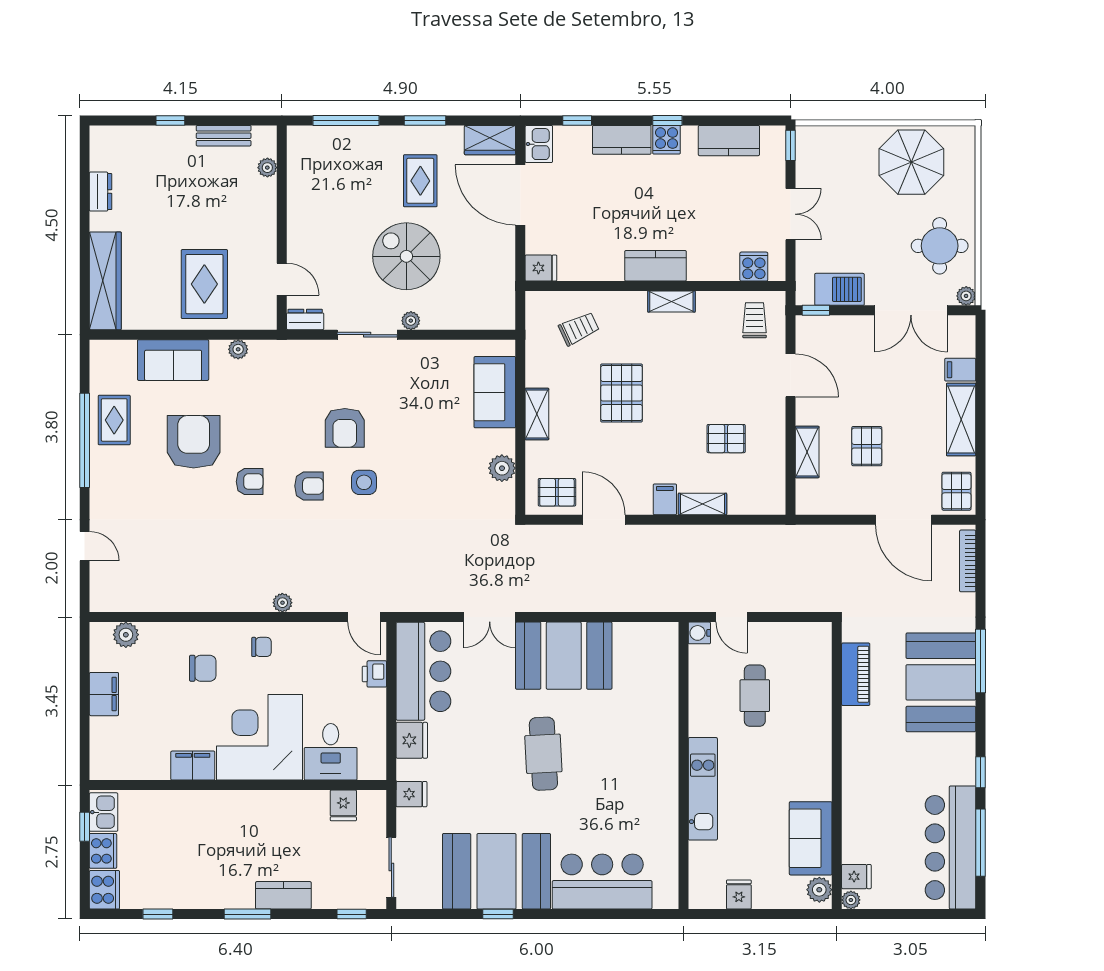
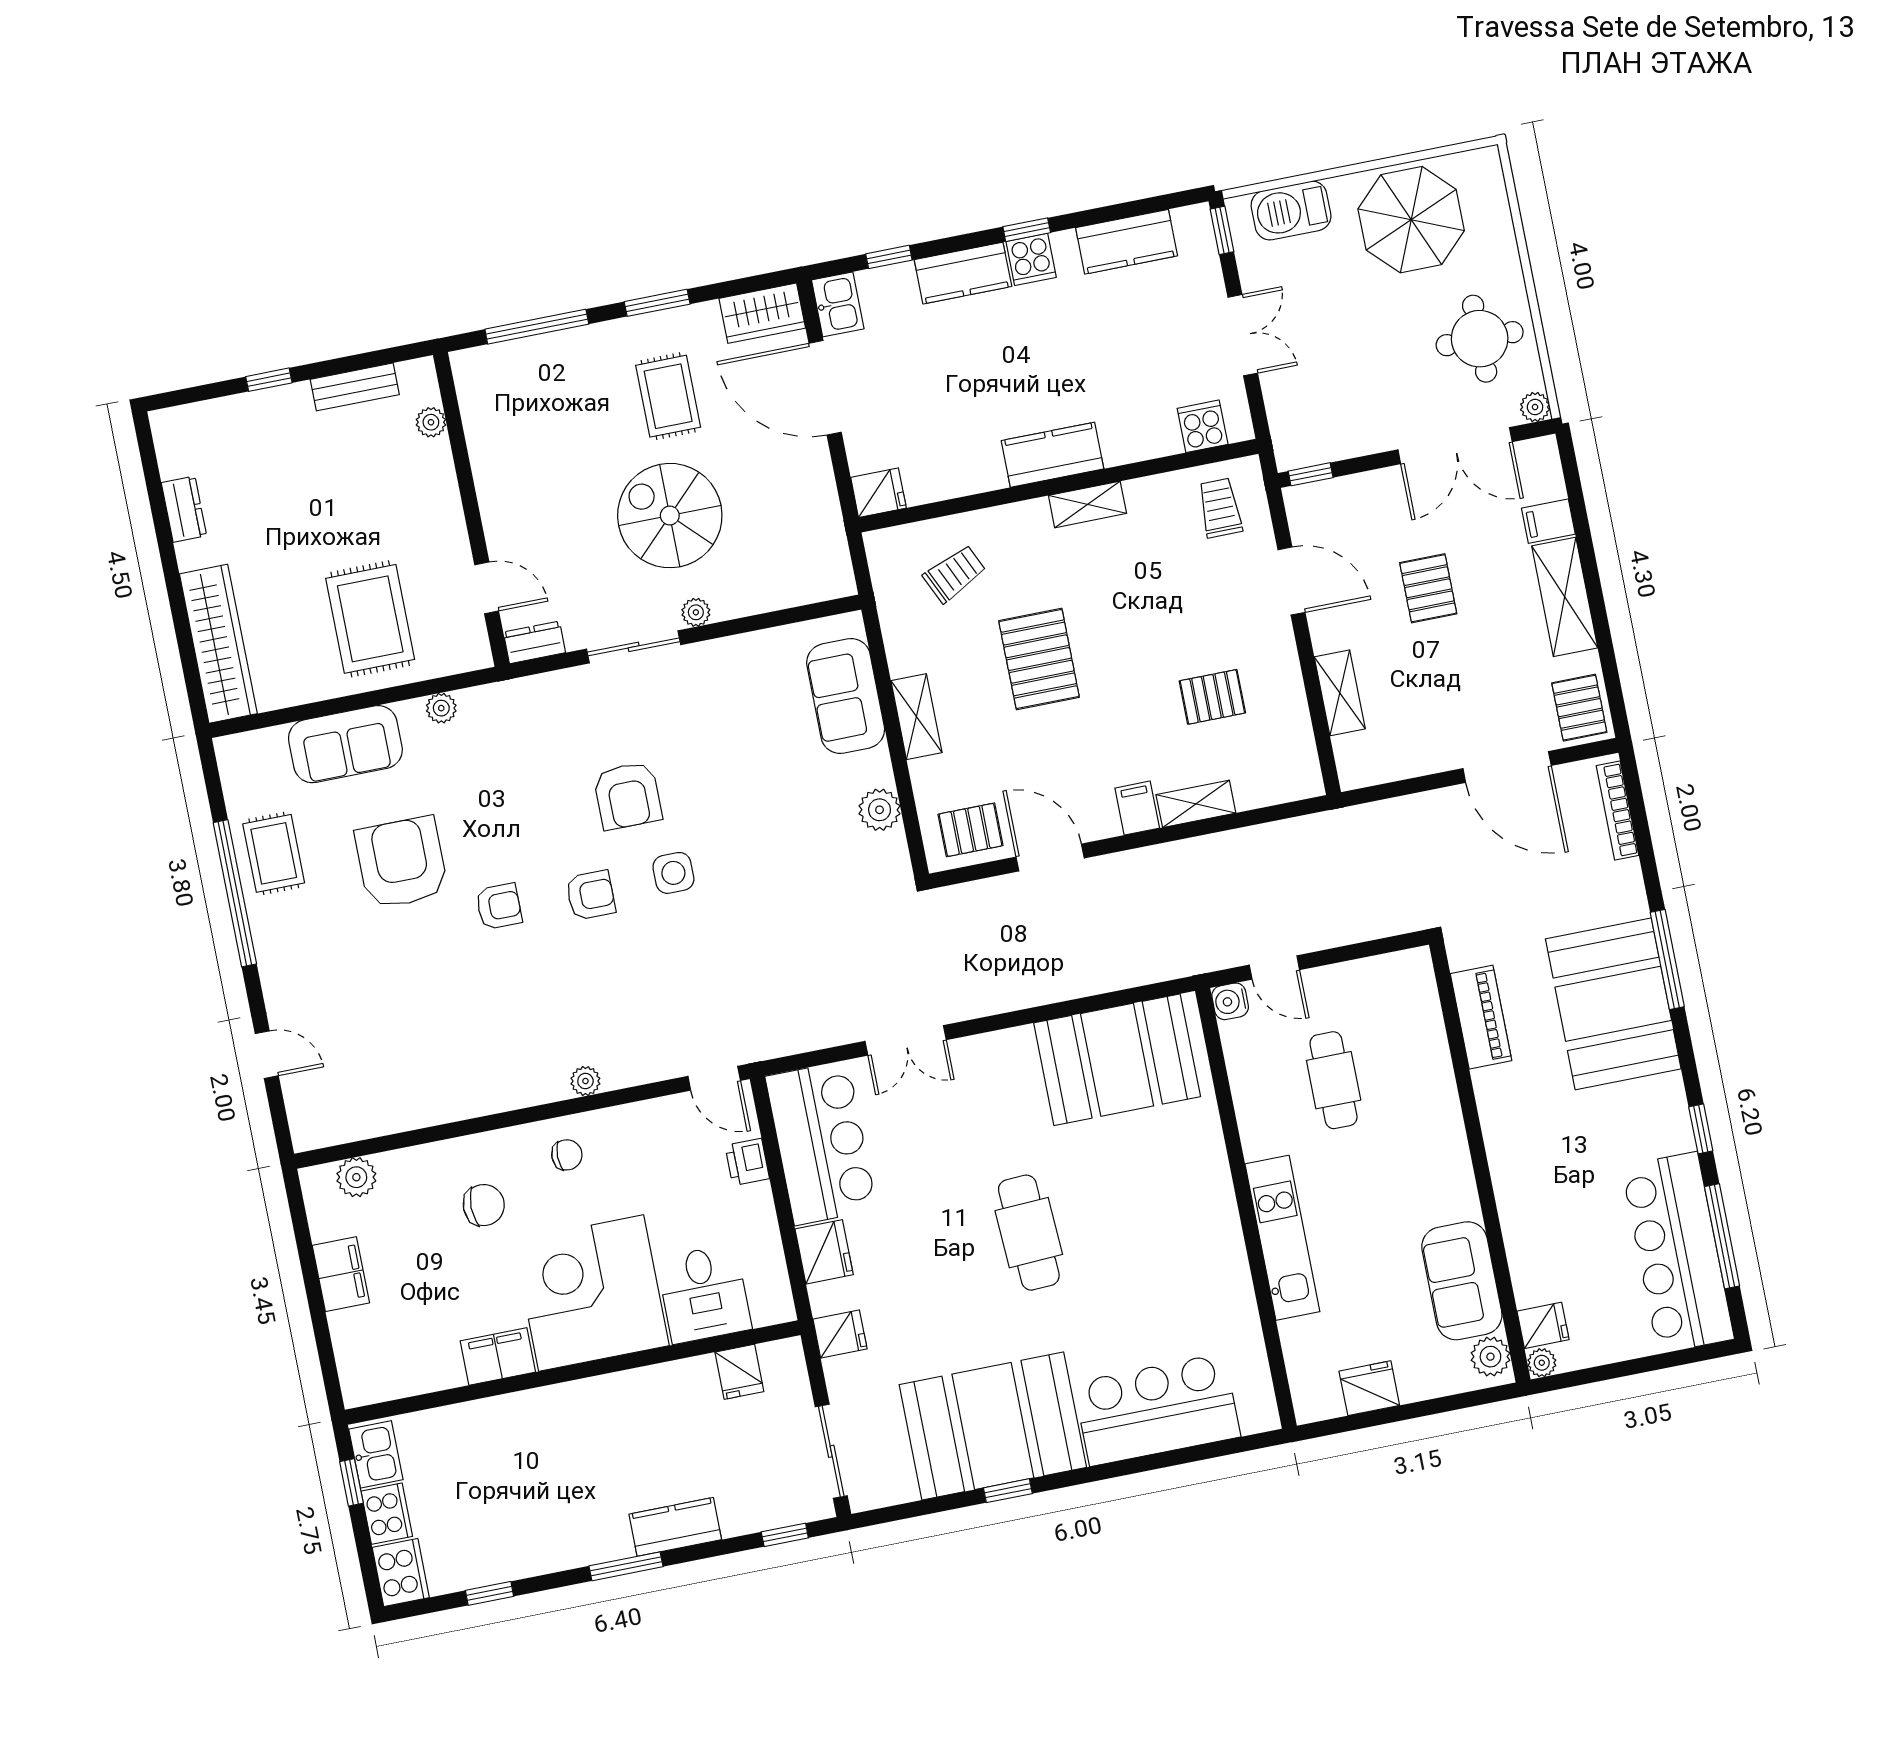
barbecue: (839, 289) -> (1291, 211), moved, turned 180
pallet: (867, 446) -> (1428, 588), moved
booth: (564, 656) -> (1117, 1060), moved
fridge: (739, 895) -> (1369, 1388), width x1.38

